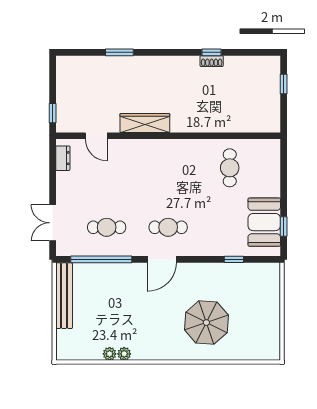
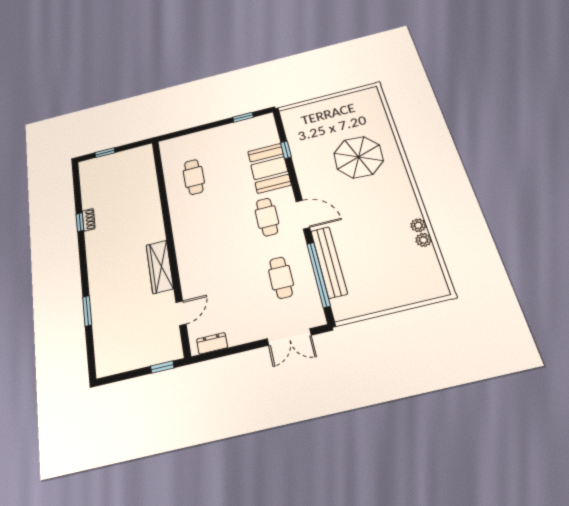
cafe table: (230, 168) -> (194, 177), turned 90
booth: (264, 222) -> (269, 168), moved, turned 90
bench: (64, 296) -> (329, 262), moved, turned 90

